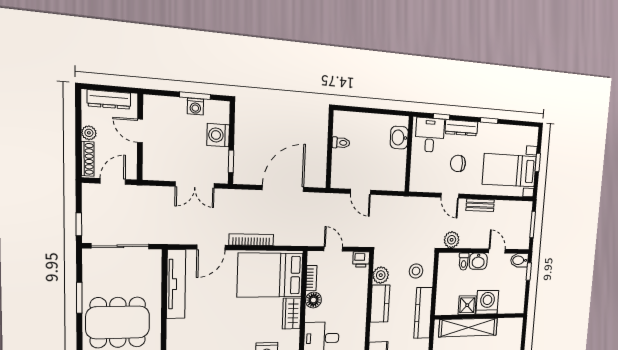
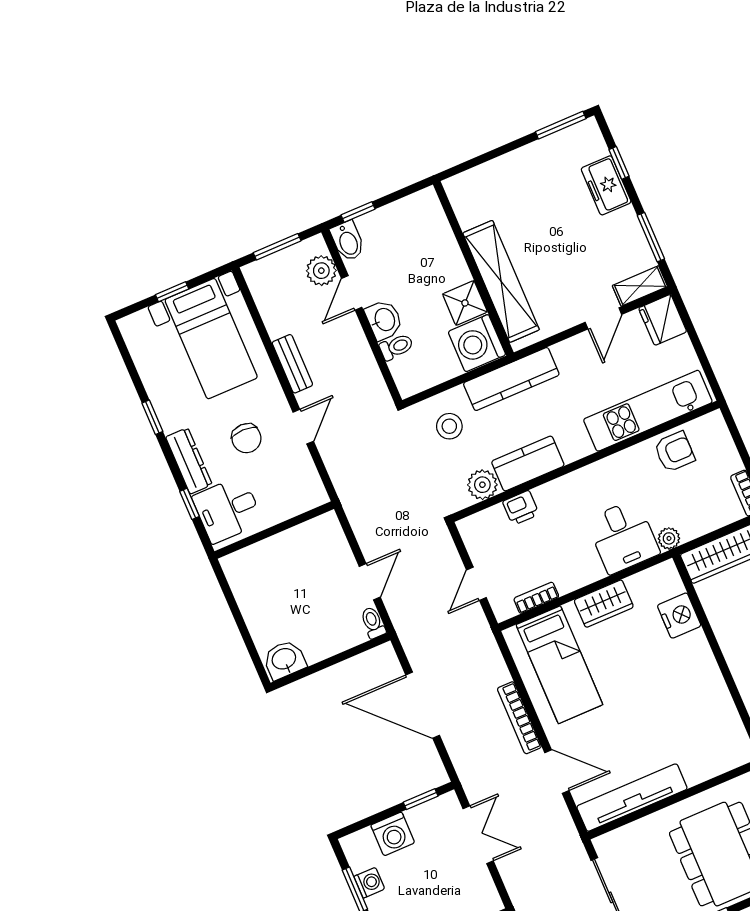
washbasin: (399, 138) -> (284, 660), moved, turned 180
toilet: (341, 143) -> (373, 623), moved
plant: (452, 240) -> (321, 271), moved
printer: (361, 259) -> (521, 508), moved, turned 90
bed: (270, 275) -> (559, 665), width x0.67
floor lamp: (313, 300) -> (569, 578), removed
washing machine: (487, 302) -> (477, 343), moved

